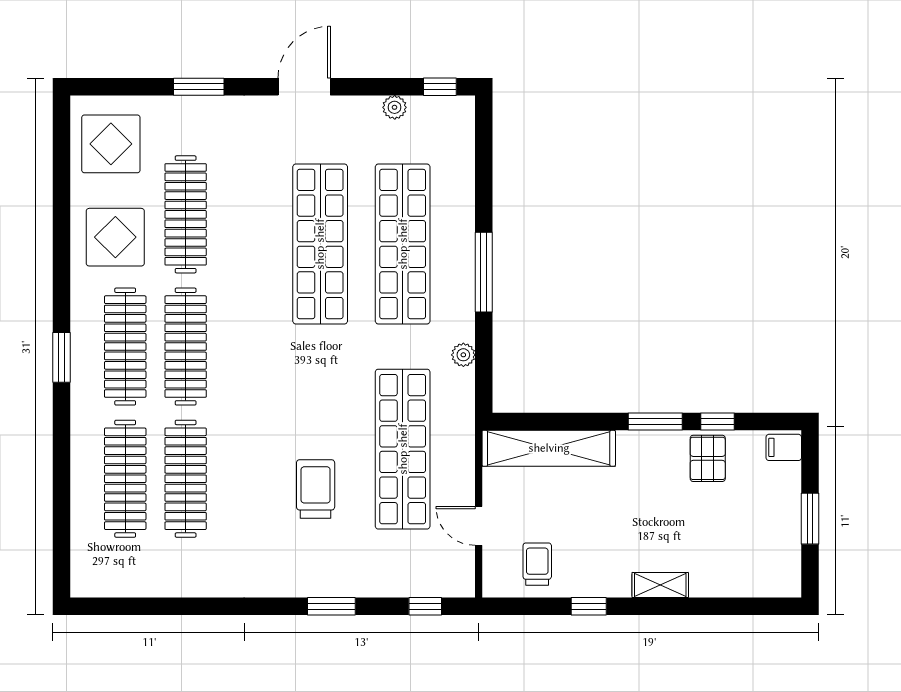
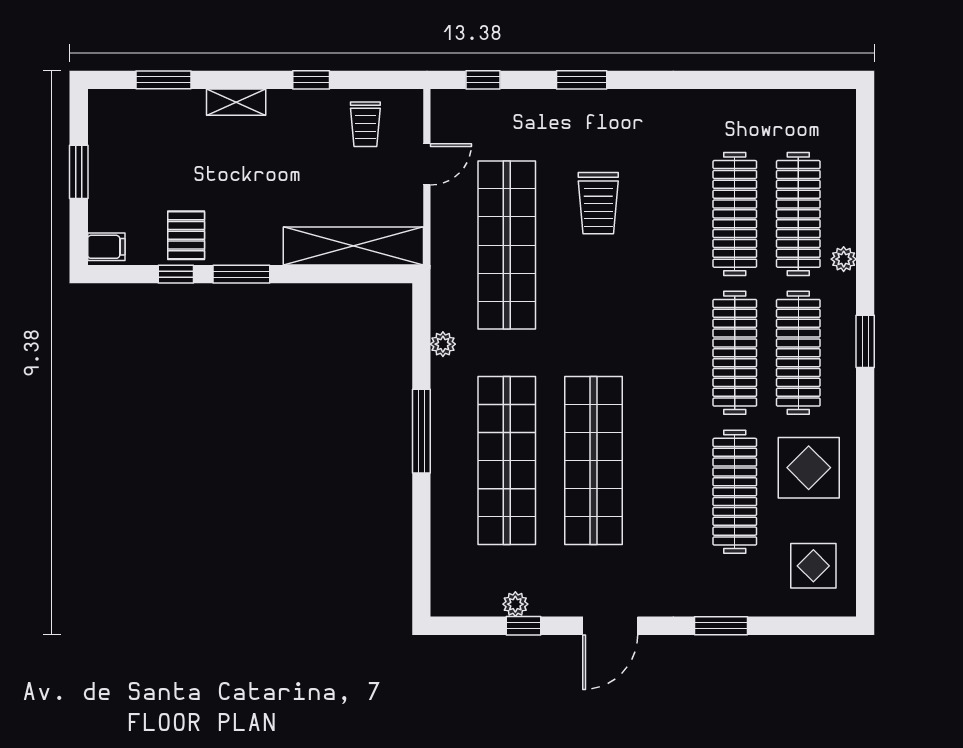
window: (440, 87) -> (523, 626), moved
display table: (111, 144) -> (813, 566), width x0.73, depth x0.73
plant: (82, 436) -> (844, 259), added
door: (479, 526) -> (427, 164), hinge flipped
window: (729, 606) -> (163, 80), added

